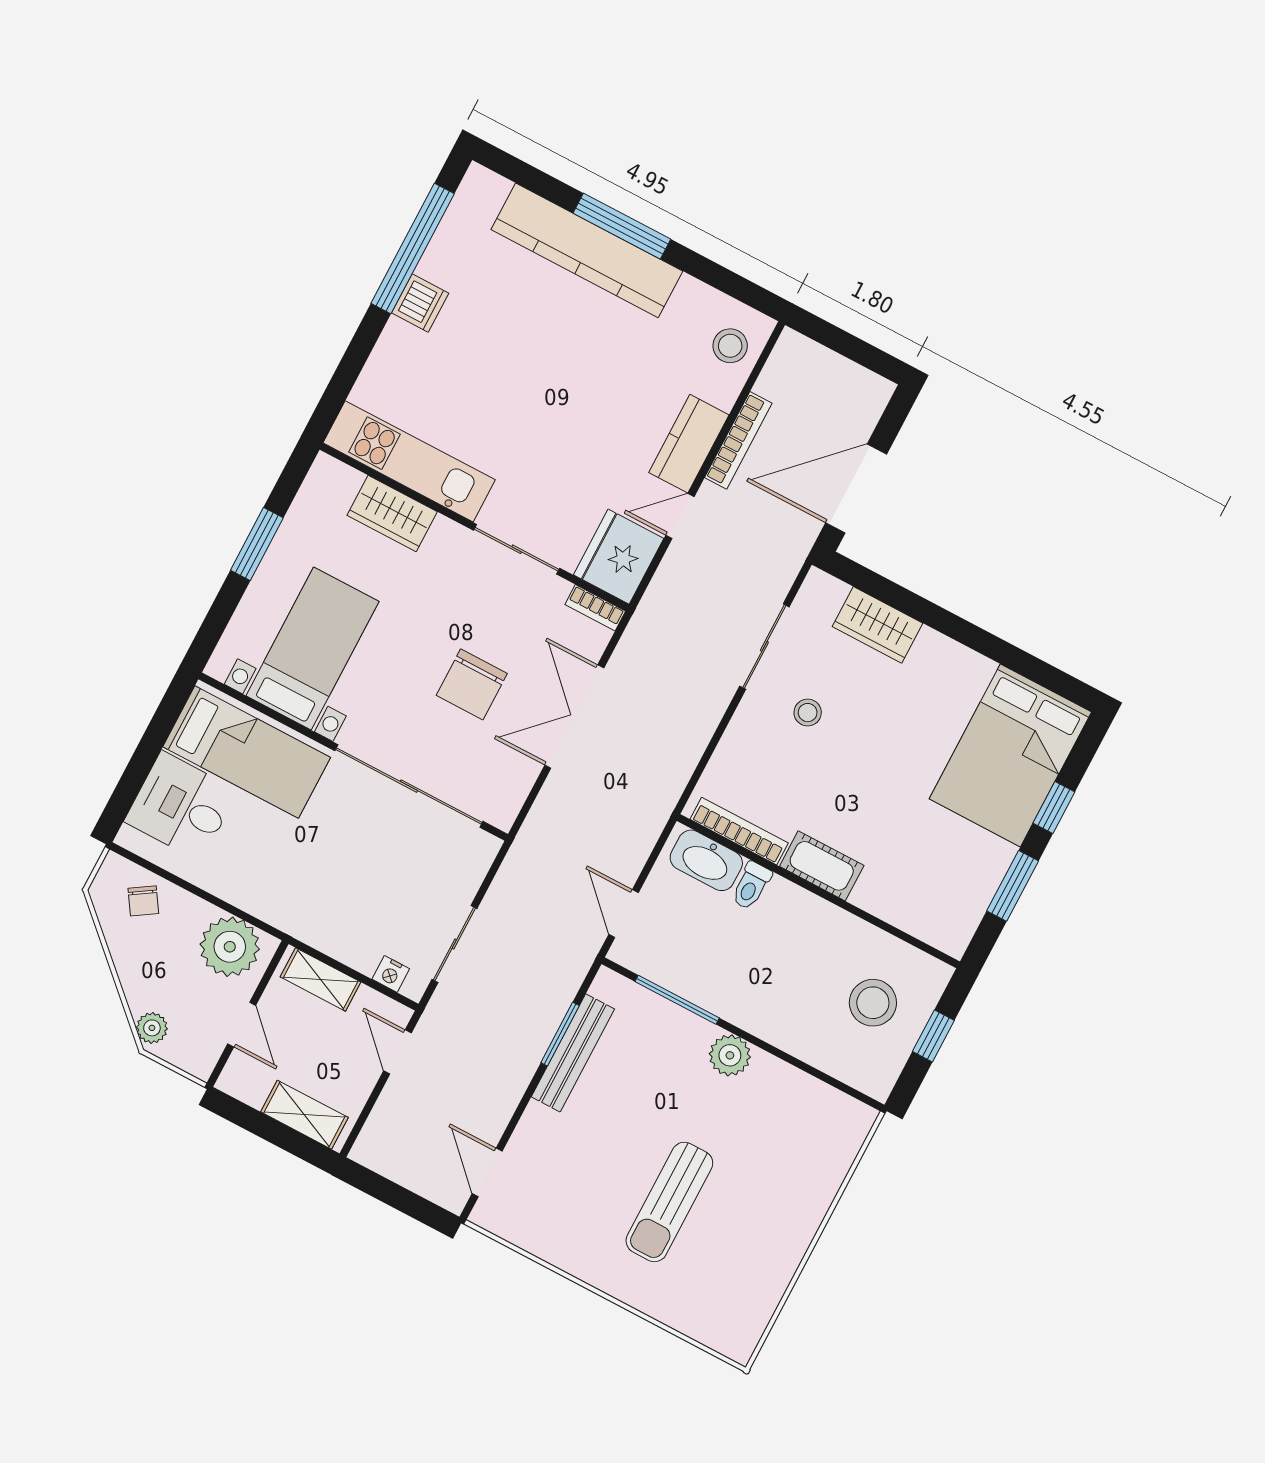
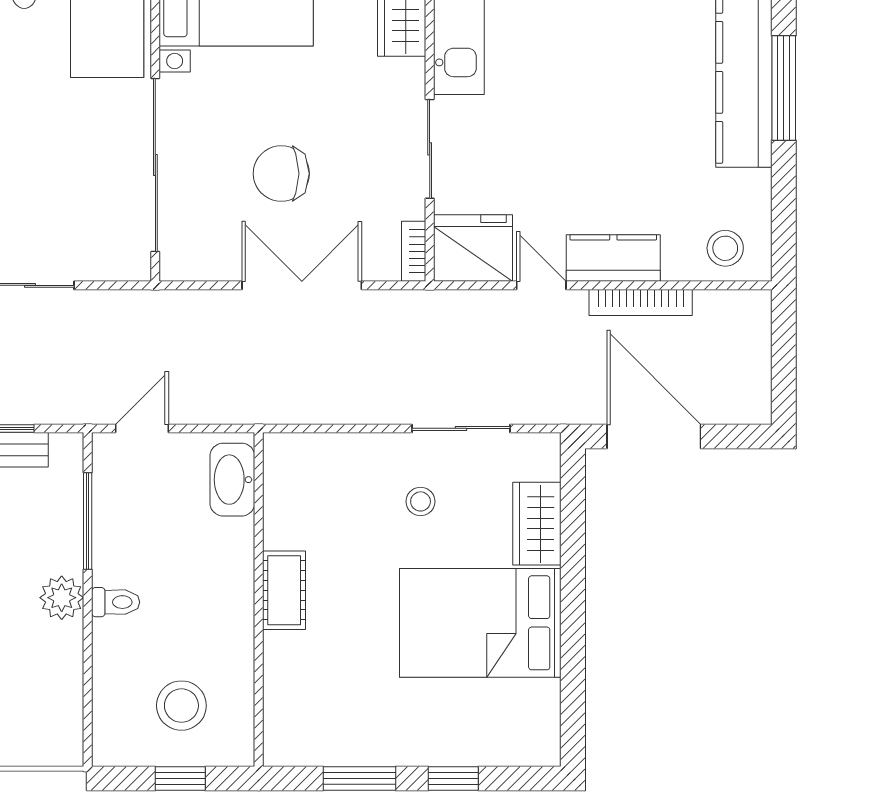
bed: (1010, 755) -> (480, 623), moved
bookcase: (739, 831) -> (276, 496), removed
toilet: (751, 886) -> (116, 602), moved, turned 180

